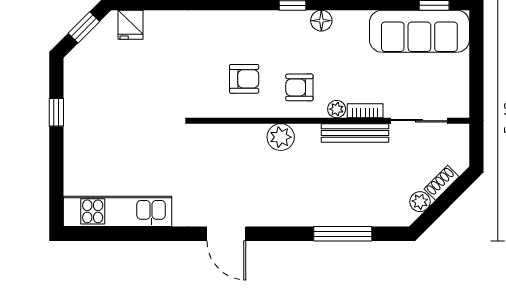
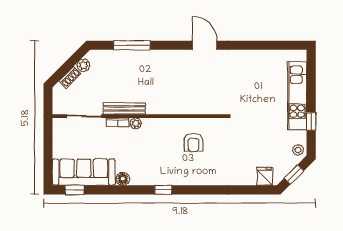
floor lamp: (321, 21) -> (123, 179), moved
stool: (77, 67) -> (298, 150), added
armchair: (244, 79) -> (194, 142), turned -90
armchair: (299, 87) -> (159, 137), removed
plant: (281, 137) -> (171, 106), removed
kitchen unit: (118, 211) -> (297, 96), moved, turned 90

